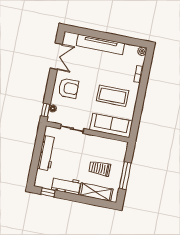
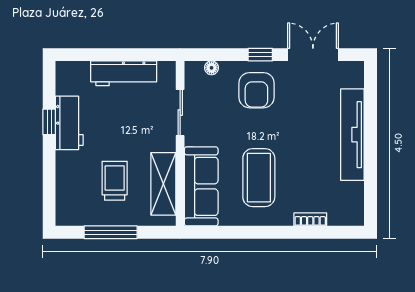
plant: (142, 51) -> (355, 217), removed
double door: (56, 56) -> (313, 55), swing flipped
window: (45, 110) -> (260, 55), moved
window: (48, 192) -> (49, 122), moved
shelving: (96, 192) -> (163, 184), moved

